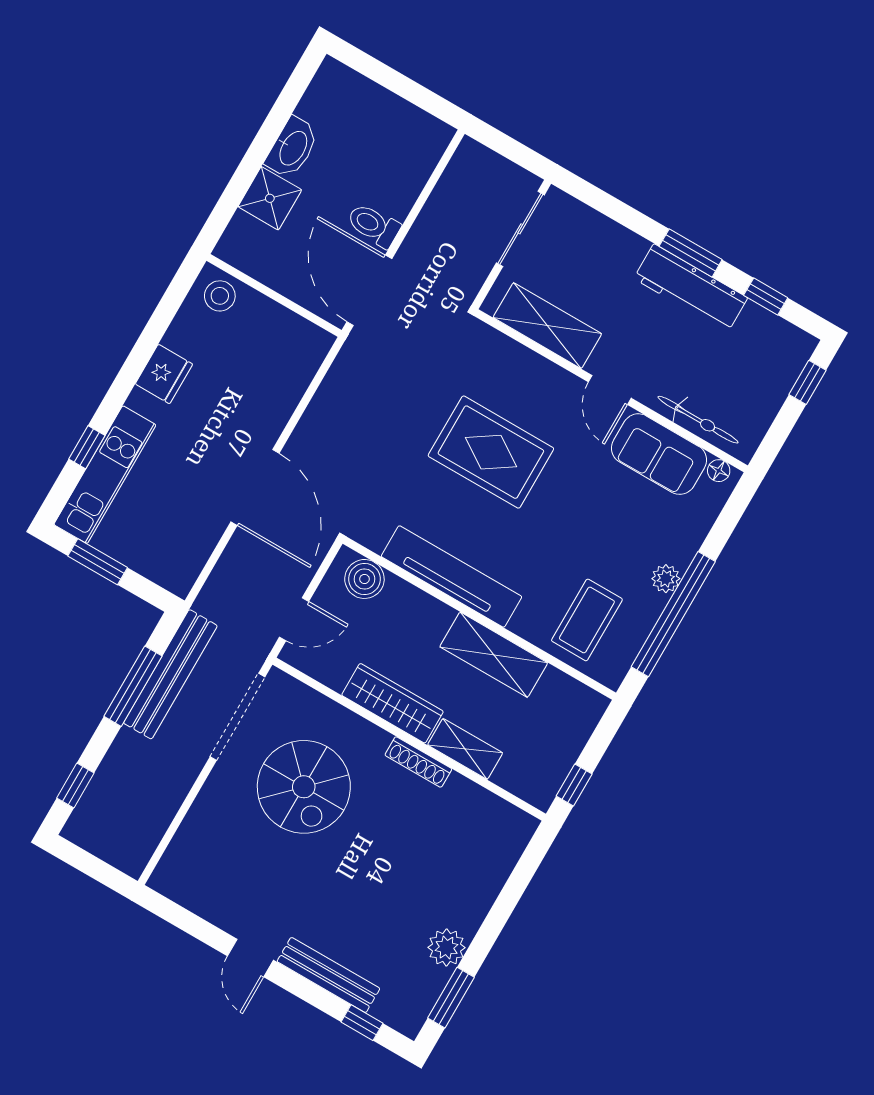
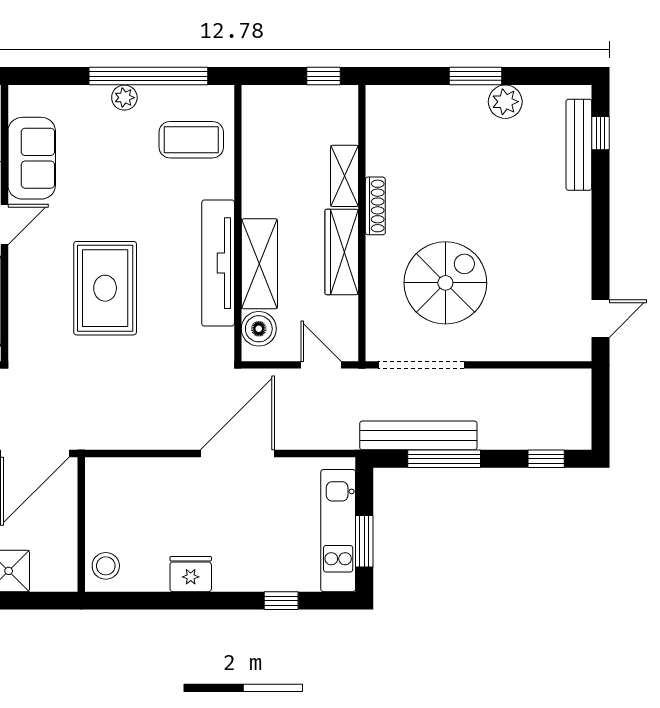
floor lamp: (719, 471) -> (18, 105), removed
kitchen unit: (105, 475) -> (338, 531), moved, turned -90
shelving: (494, 655) -> (259, 264), moved
door: (250, 958) -> (601, 319), moved
bench: (328, 975) -> (579, 145), moved
window: (451, 998) -> (475, 76), moved

